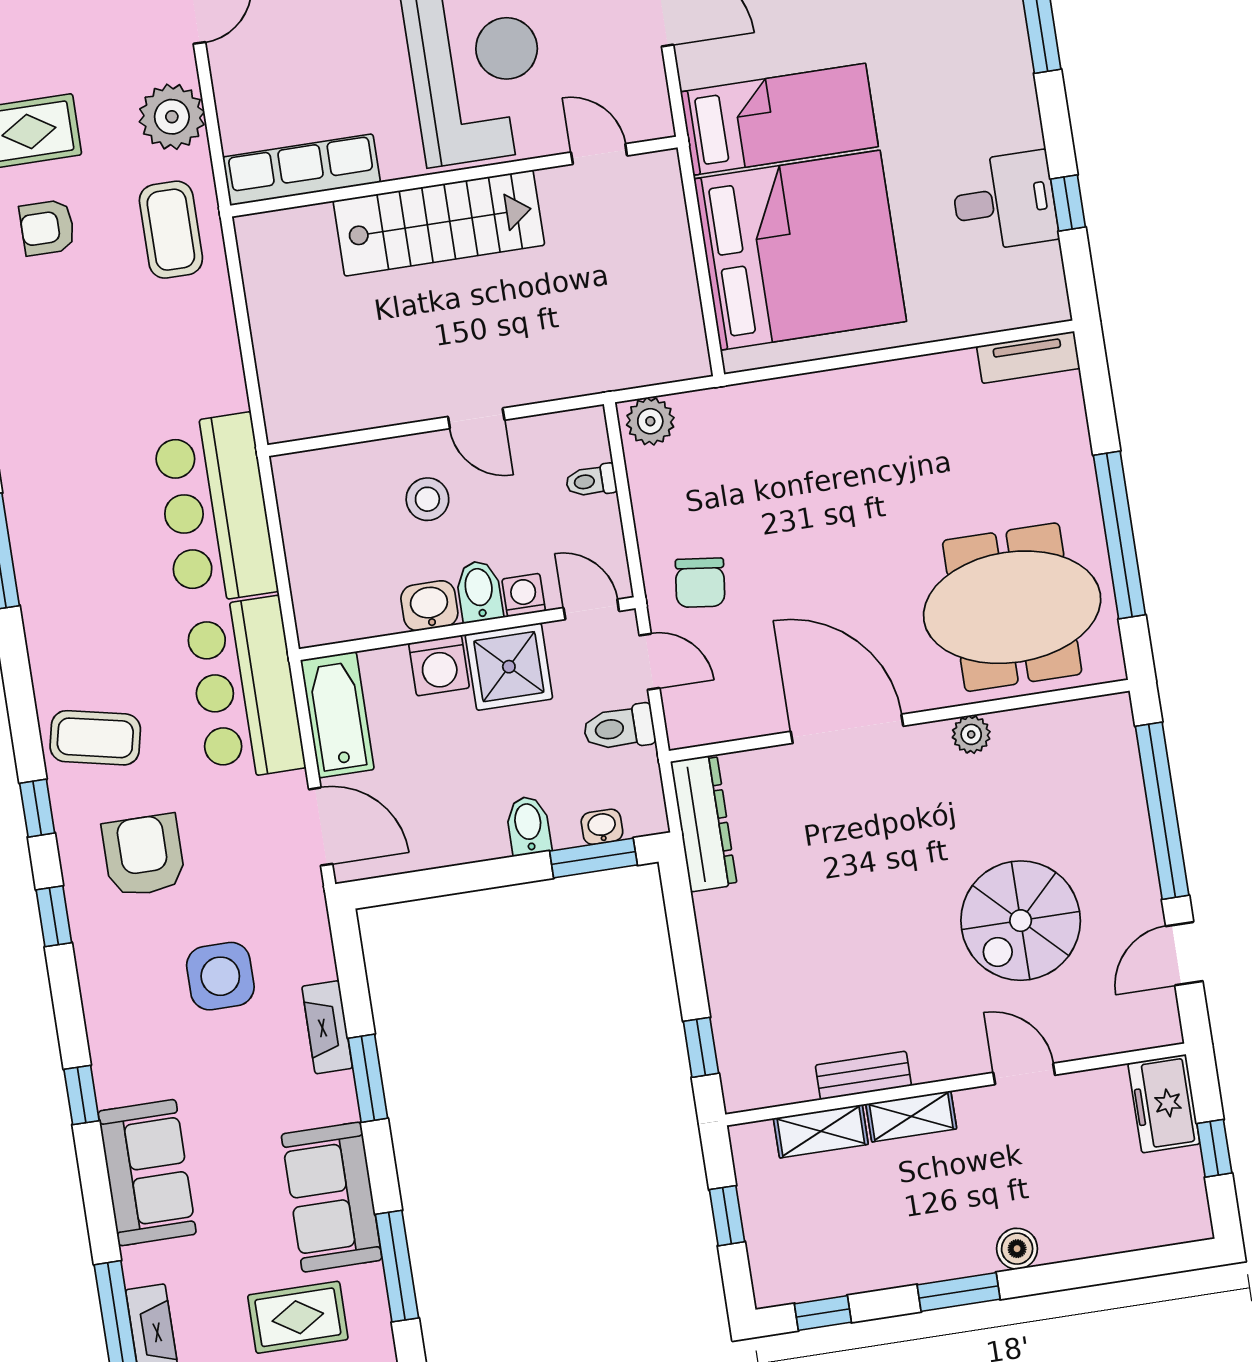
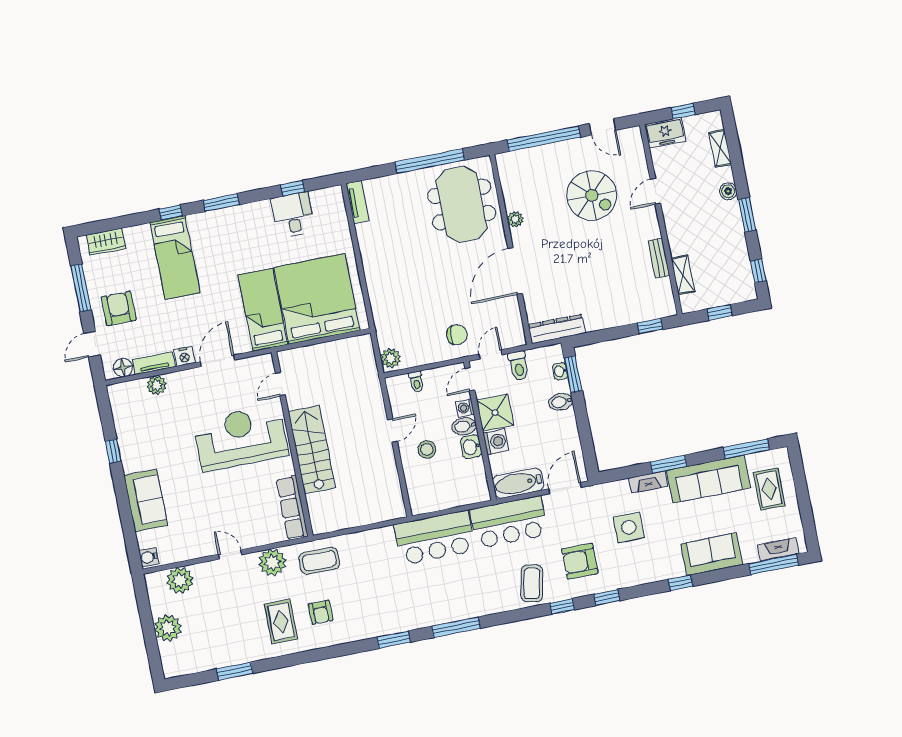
shelving: (911, 1116) -> (720, 148), moved
sofa: (332, 1197) -> (708, 479), width x1.36

